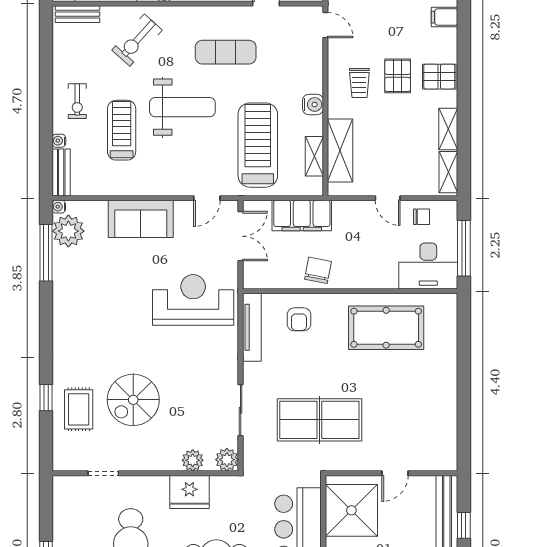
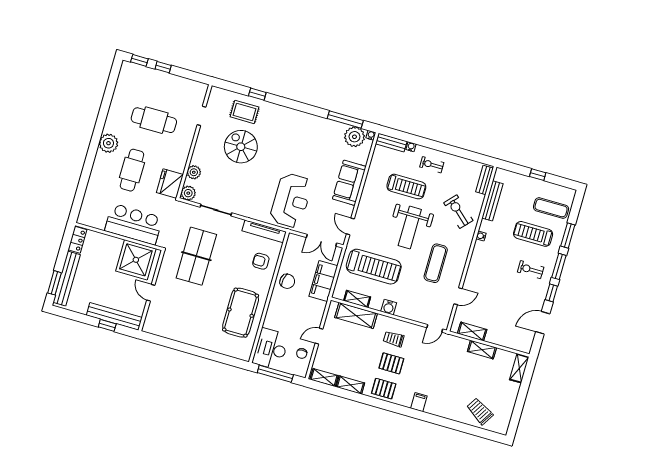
pallet: (439, 77) -> (384, 389), turned 90
fridge: (189, 492) -> (170, 183), moved

